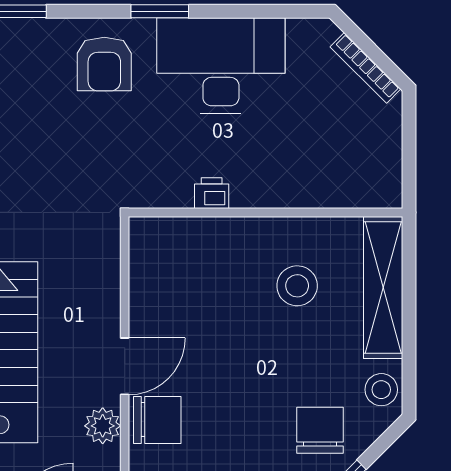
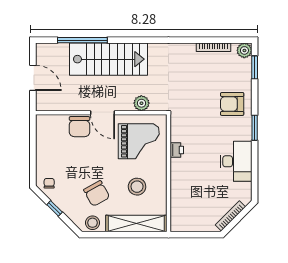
desk: (221, 66) -> (236, 161), width x0.73, depth x0.77
grand piano: (191, 282) -> (139, 141), added
plant: (103, 426) -> (141, 103), moved
chair: (320, 430) -> (97, 194), moved, turned 61

